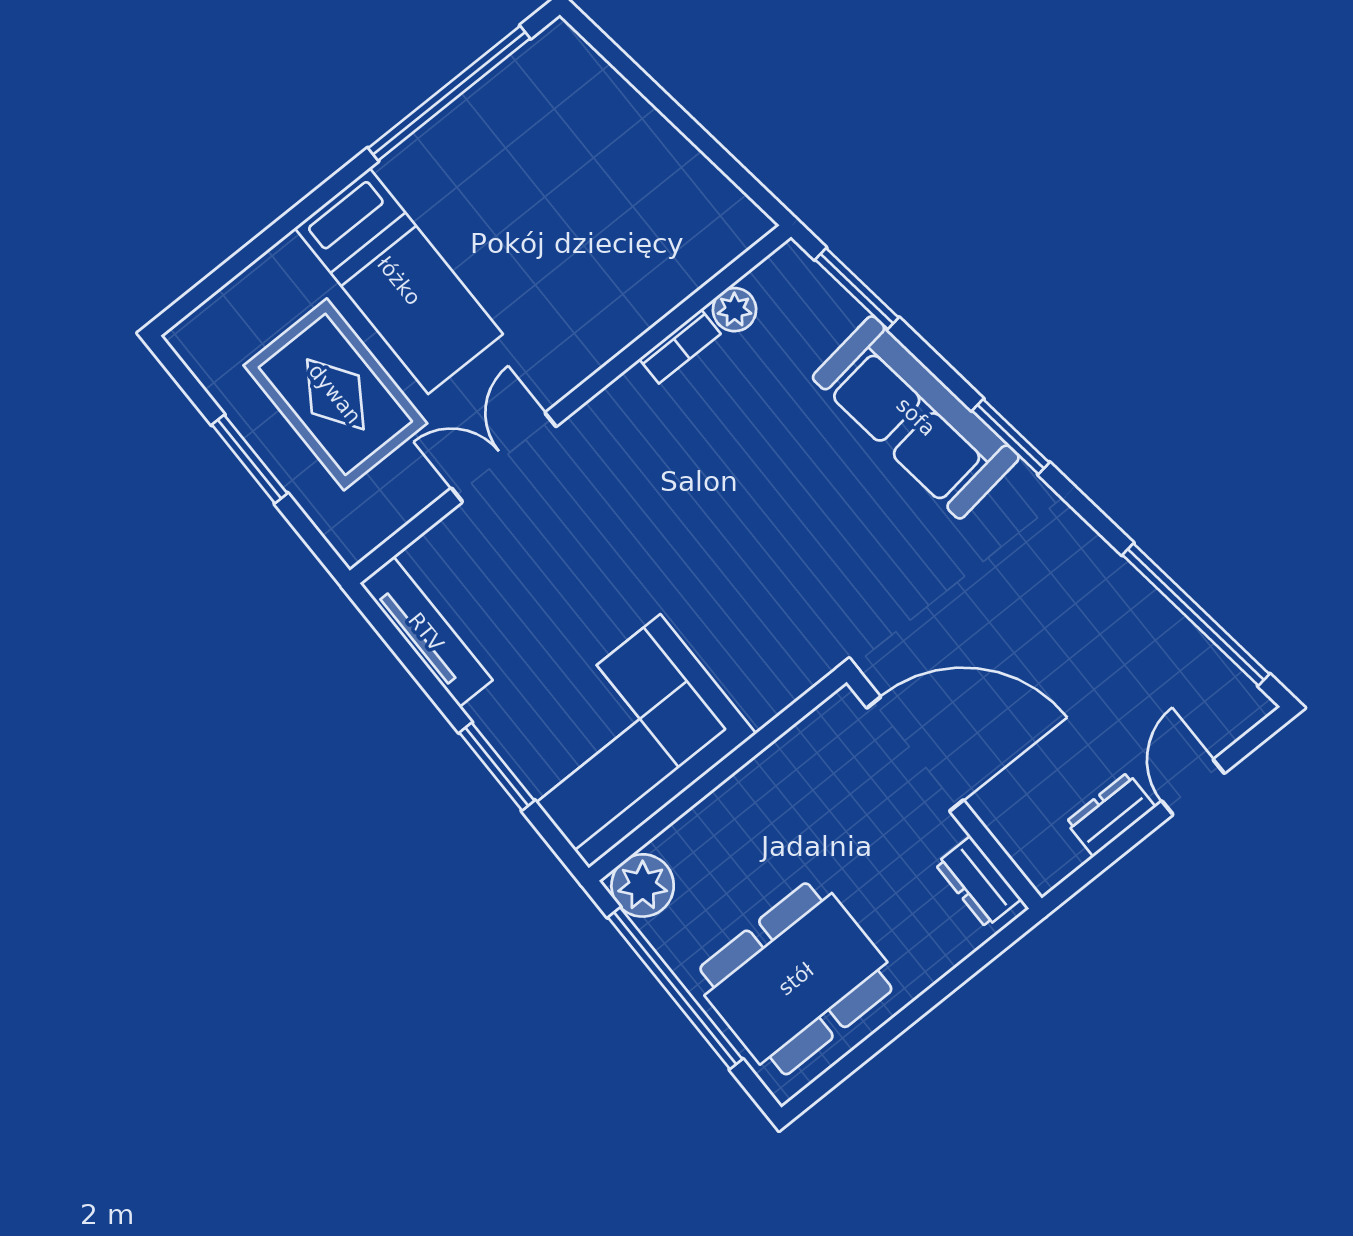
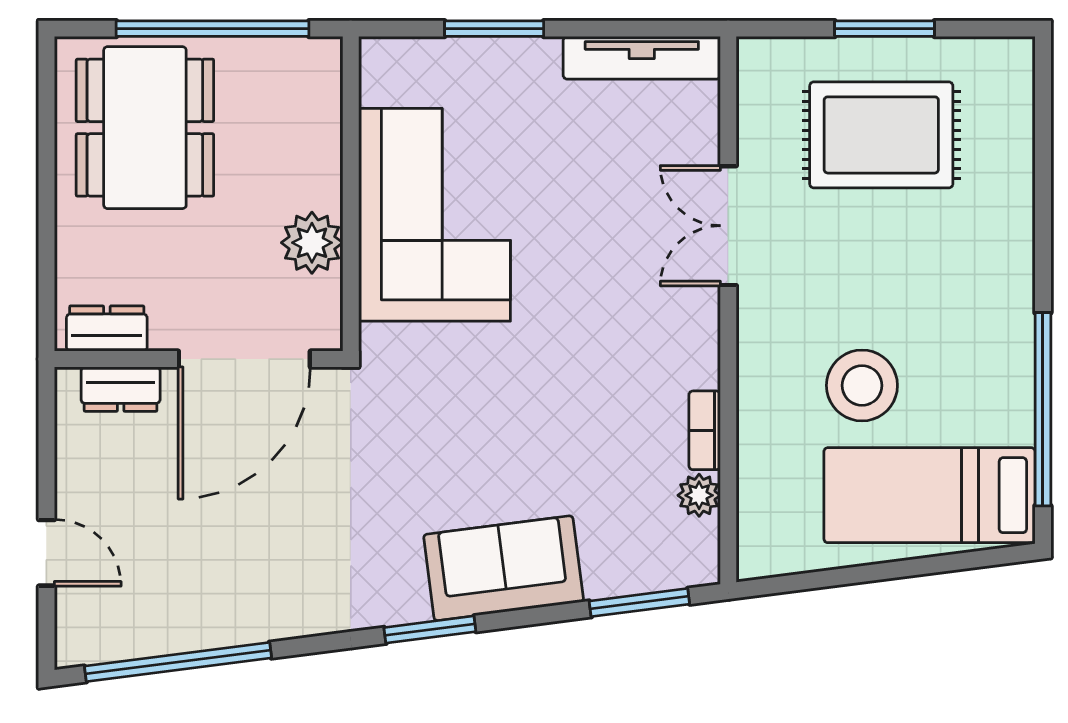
stool: (545, 251) -> (862, 385), added
bed: (399, 281) -> (929, 495), moved
sofa: (916, 417) -> (504, 568), width x0.73
double door: (504, 457) -> (728, 226), swing flipped
corner sofa: (625, 741) -> (434, 215), moved
dresser: (1111, 814) -> (121, 389), moved, turned 90
plant: (643, 885) -> (312, 243), moved

